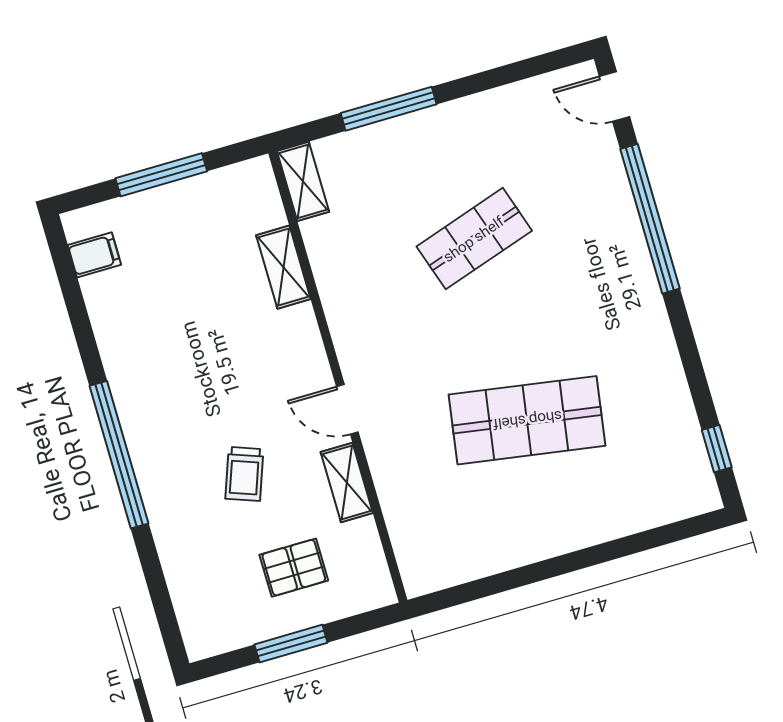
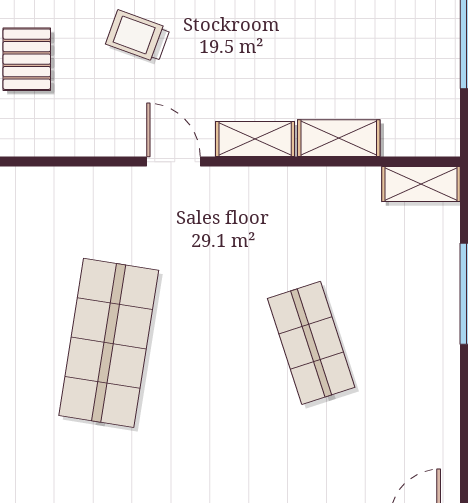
door: (347, 409) -> (173, 162), hinge flipped
shelving: (347, 482) -> (255, 139), moved

